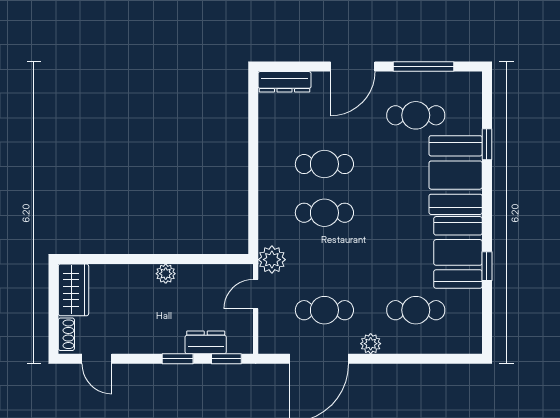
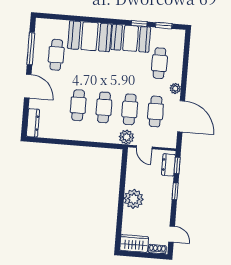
window: (487, 144) -> (164, 26), moved
cafe table: (324, 261) -> (130, 109), added
plant: (166, 274) -> (134, 199), width x1.87, depth x1.87
dresser: (206, 342) -> (168, 165), moved
door: (97, 359) -> (172, 234), hinge flipped

